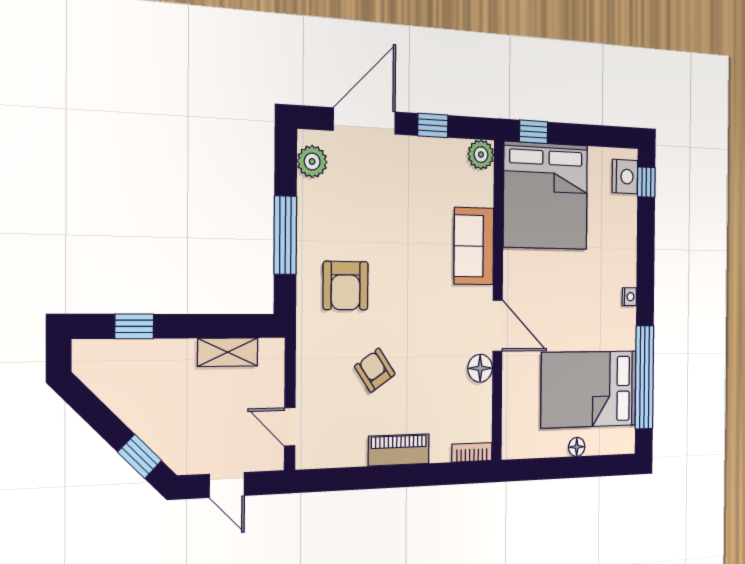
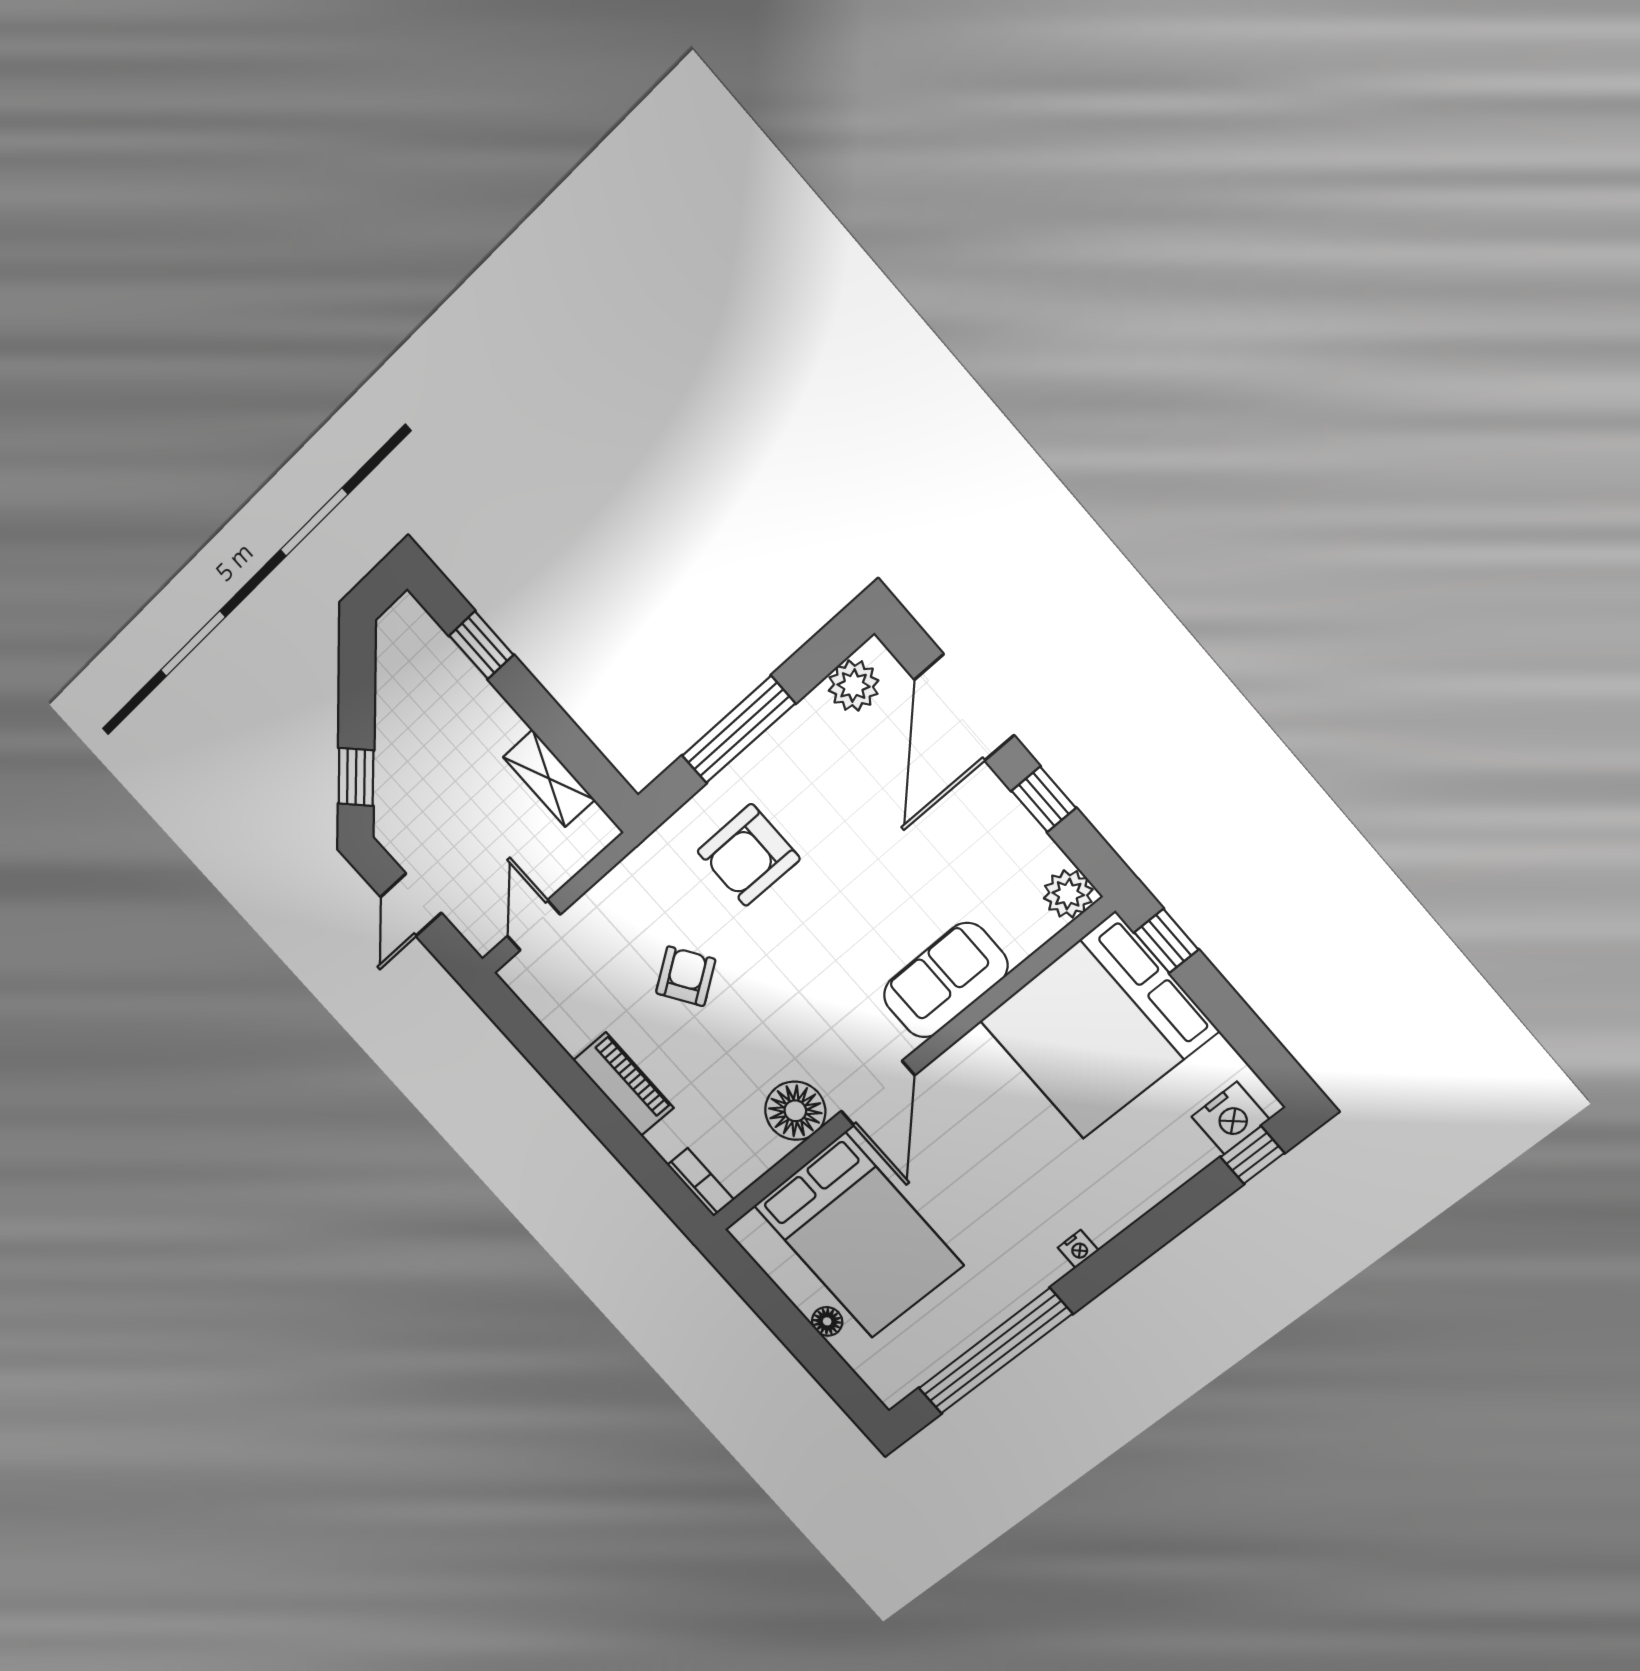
door: (364, 121) -> (964, 707), swing flipped
floor lamp: (480, 368) -> (795, 1111), width x1.38, depth x1.38
bed: (589, 389) -> (859, 1235), moved, turned 180

